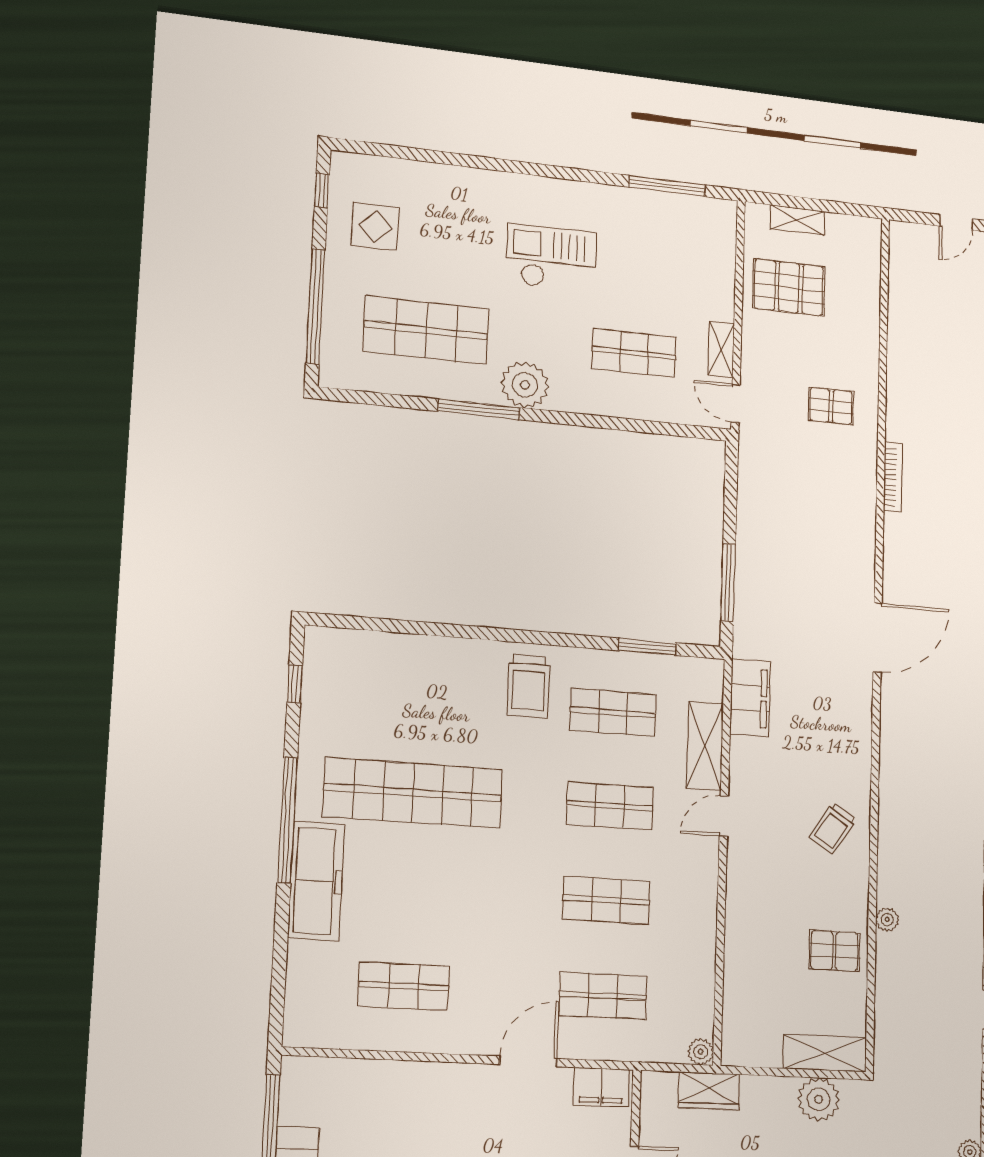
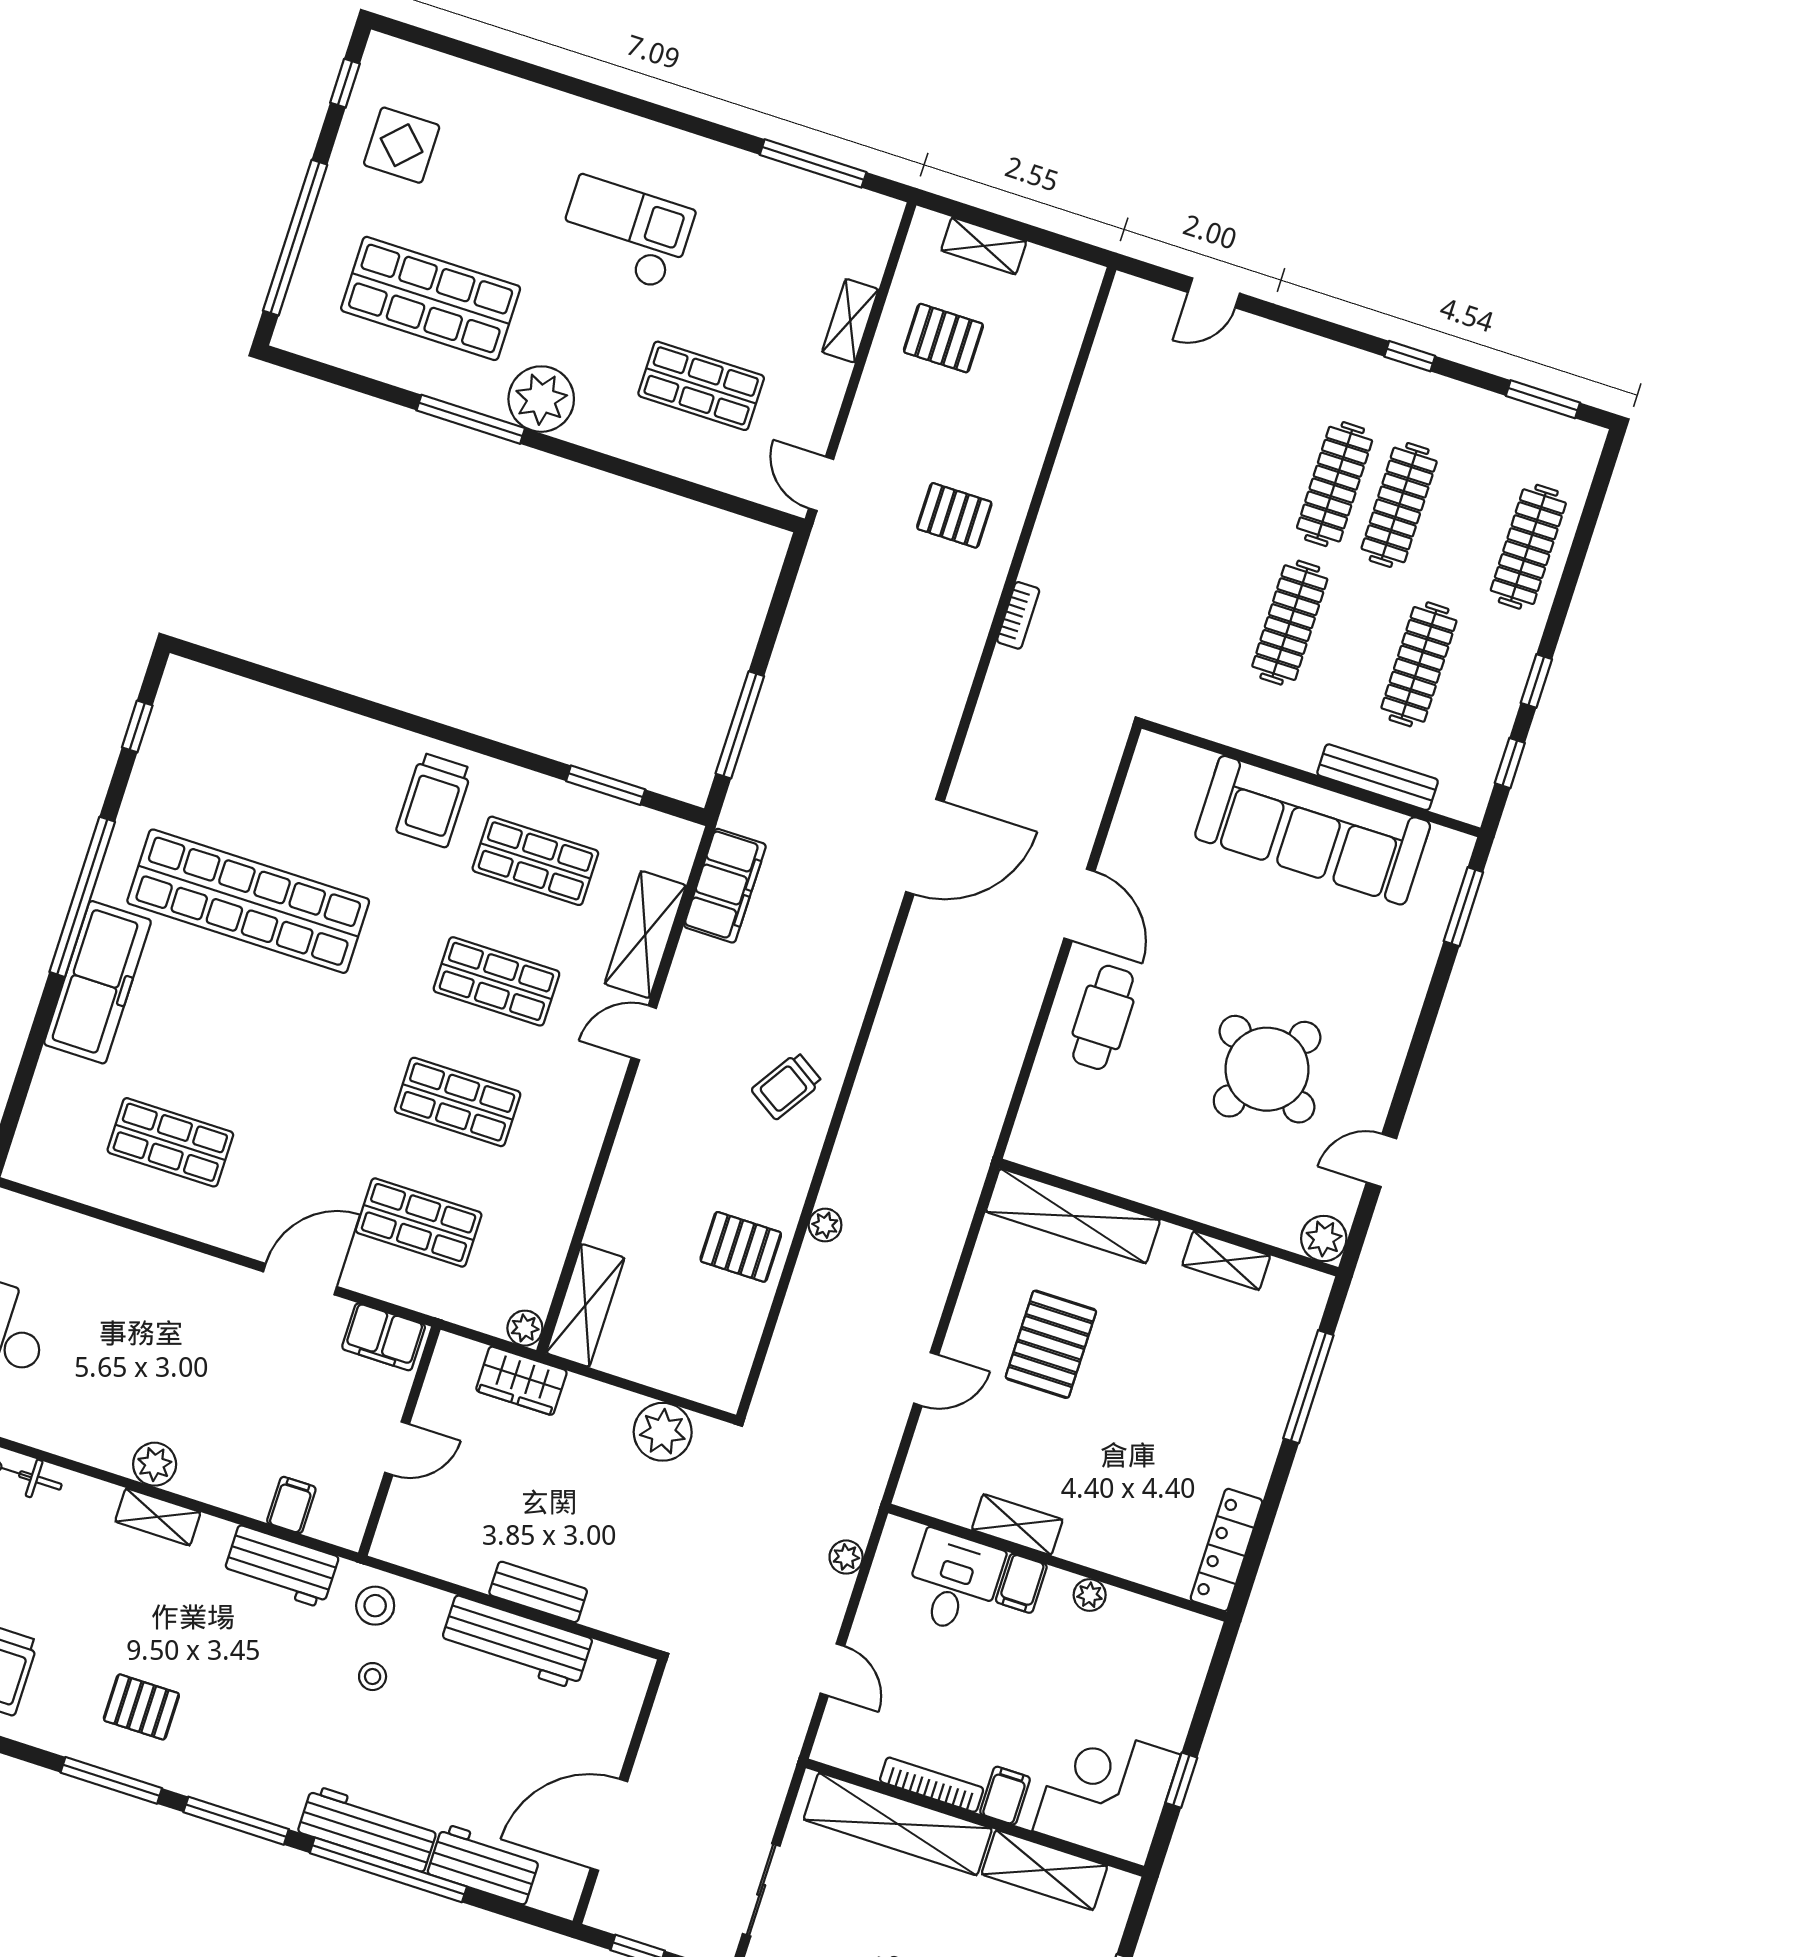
pallet: (789, 287) -> (943, 338), width x0.67, depth x0.71
shelving: (721, 349) -> (850, 321), moved
bookcase: (893, 477) -> (1018, 615), width x0.64
shelving: (825, 1053) -> (585, 1305), moved, turned 90

